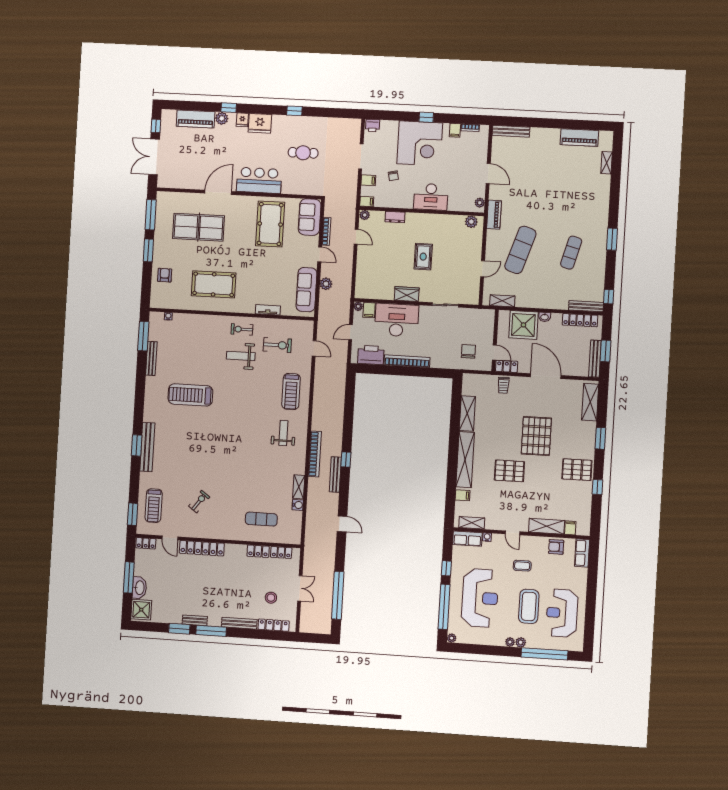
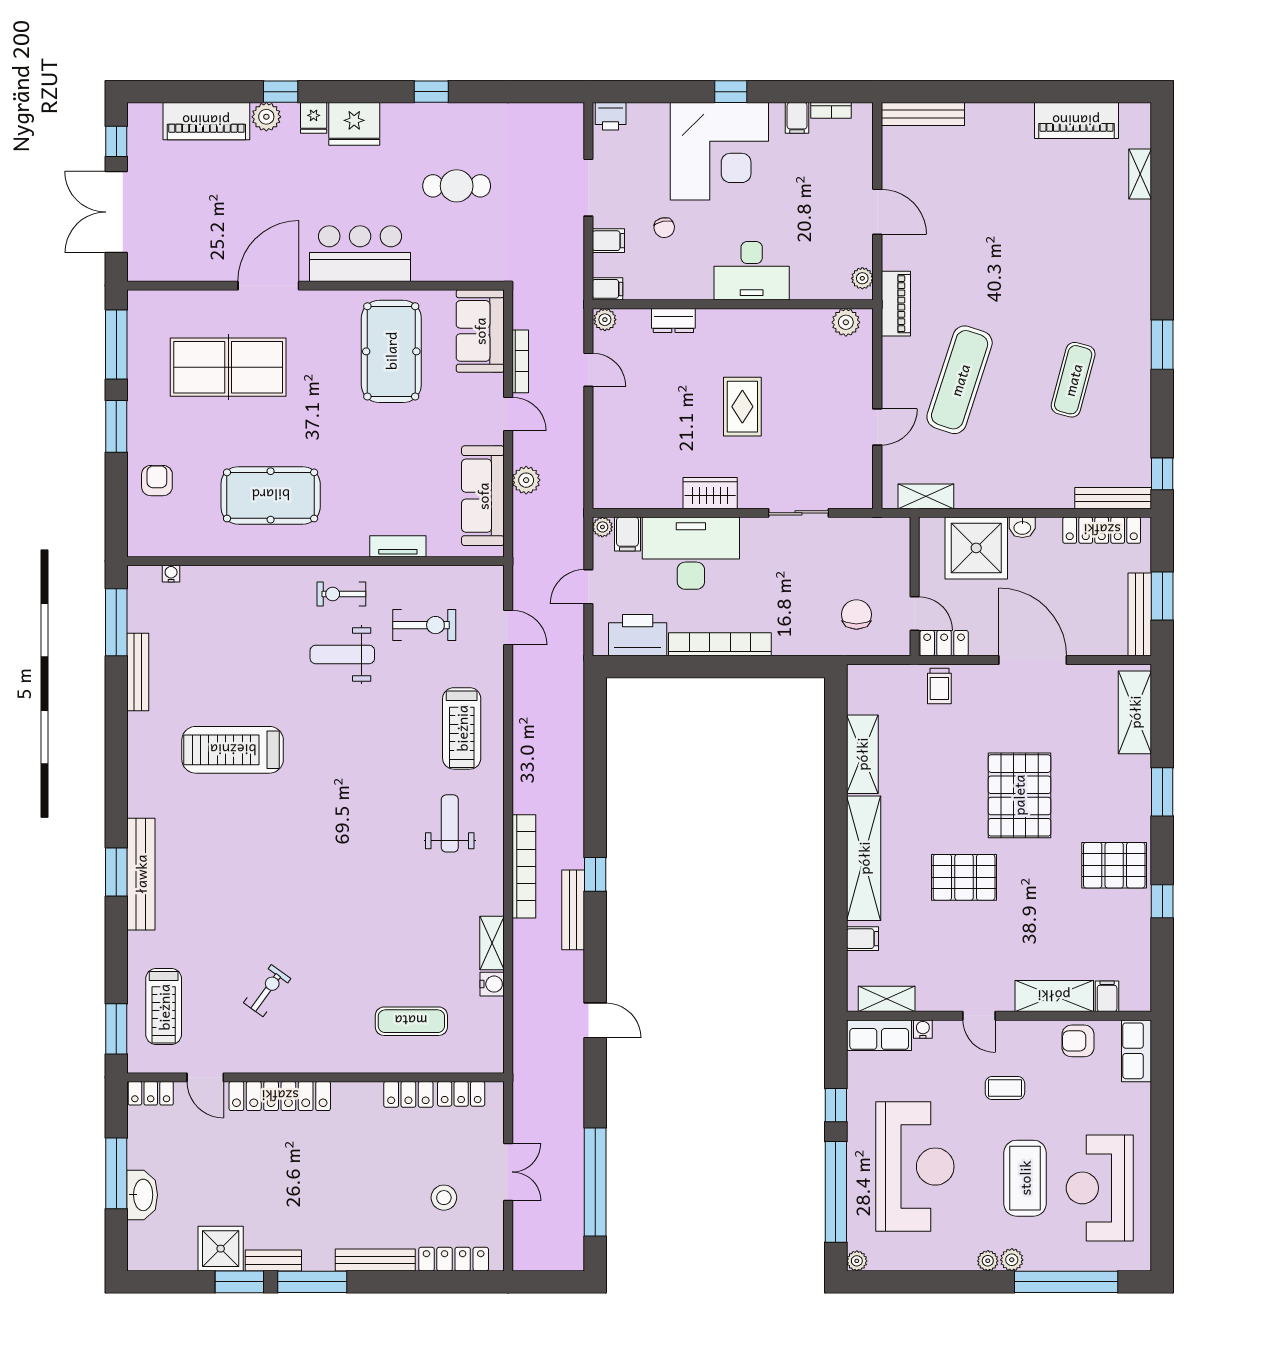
shower: (141, 610) -> (221, 1249), moved

